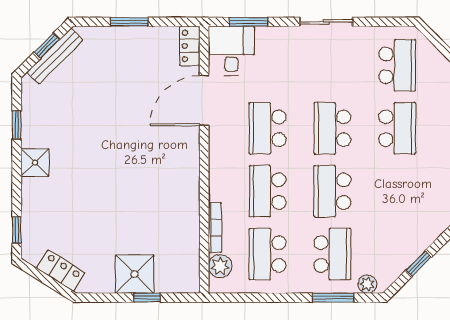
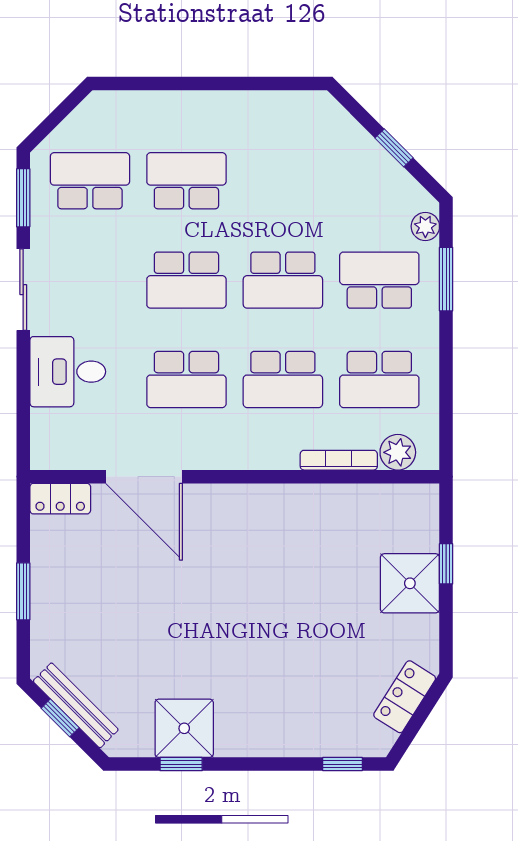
window: (248, 22) -> (23, 198), moved
desk: (231, 51) -> (68, 372), moved
shower: (35, 163) -> (184, 728), moved, width x1.36, depth x1.36

